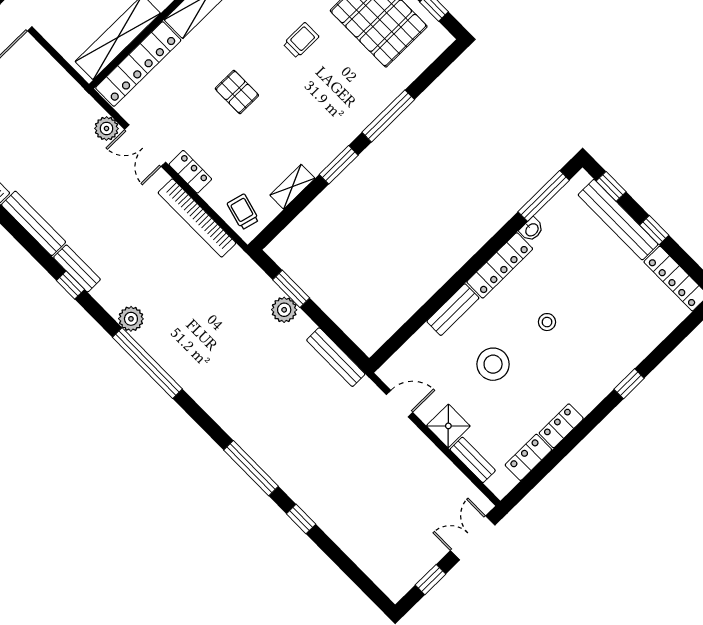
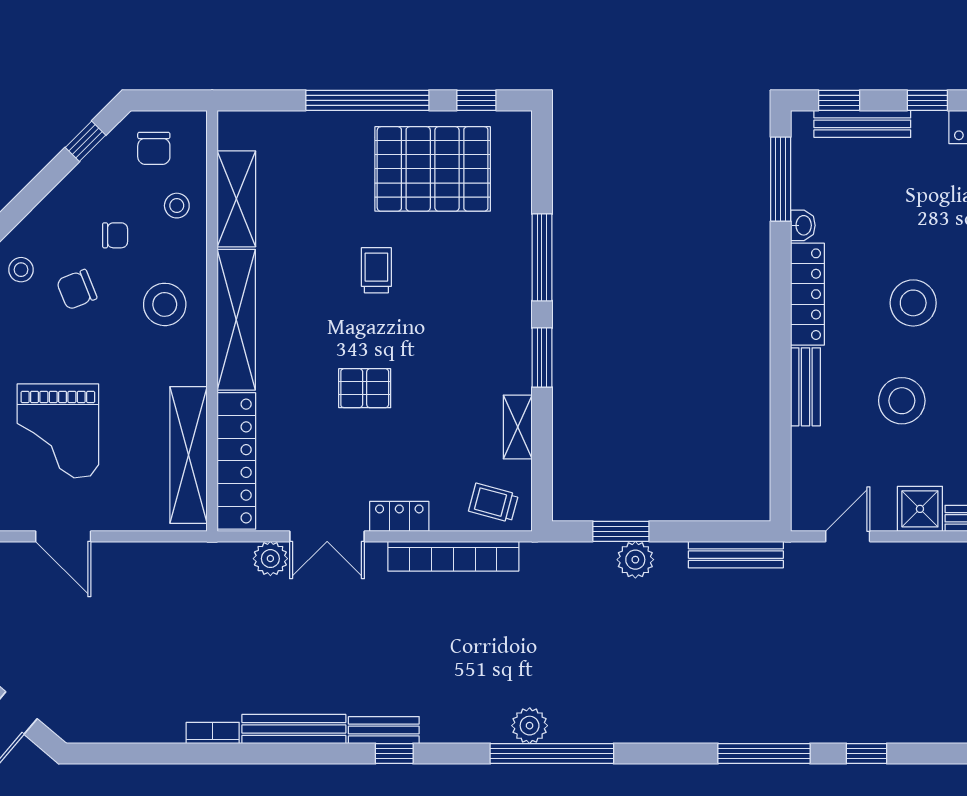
bench: (618, 220) -> (862, 124), width x0.73, depth x0.82
plant: (131, 319) -> (530, 726), moved
stool: (547, 322) -> (913, 303), width x1.89, depth x1.89

